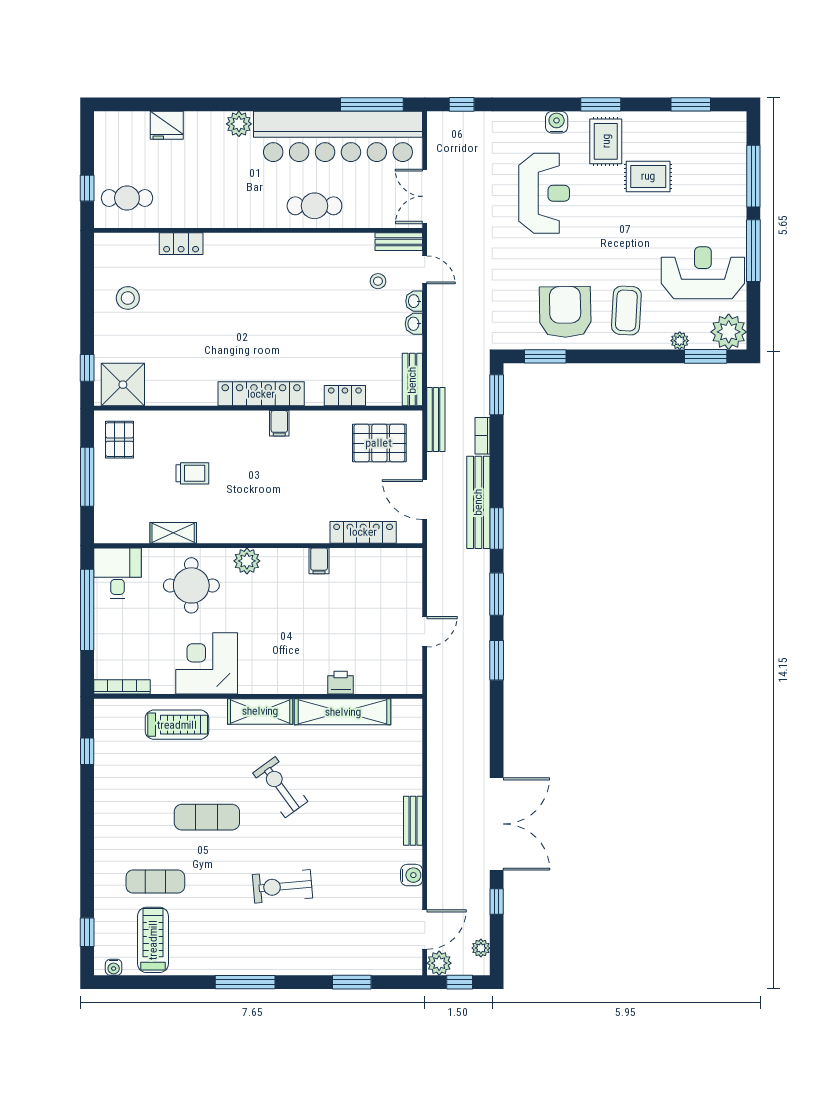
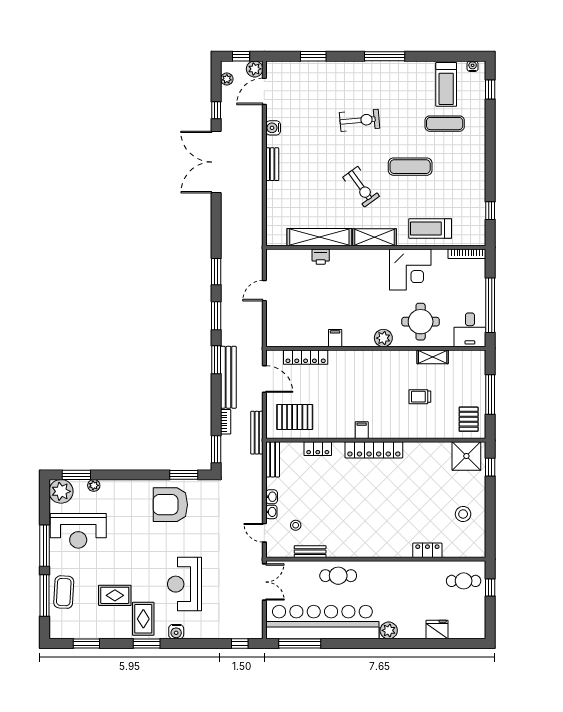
bench: (399, 242) -> (310, 552), moved
coffee table: (626, 311) -> (64, 592), moved
armchair: (565, 312) -> (170, 505), turned 91

